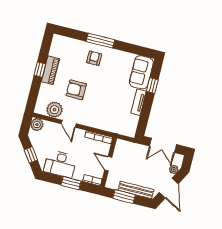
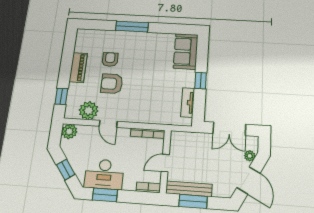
armchair: (94, 58) -> (110, 60), moved
window: (40, 70) -> (61, 96), moved
window: (152, 86) -> (201, 81), moved
tv unit: (138, 102) -> (188, 103), moved
door: (108, 164) -> (165, 163), hinge flipped
window: (71, 183) -> (105, 195), moved
bench: (136, 190) -> (189, 189), moved

